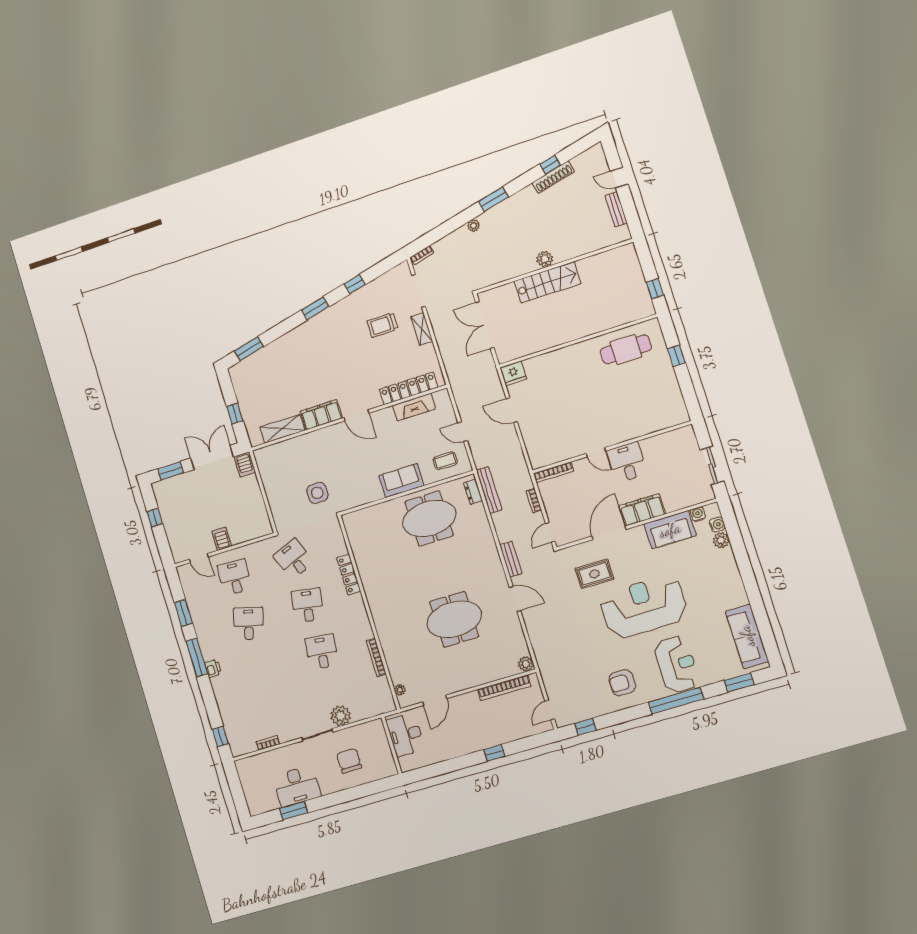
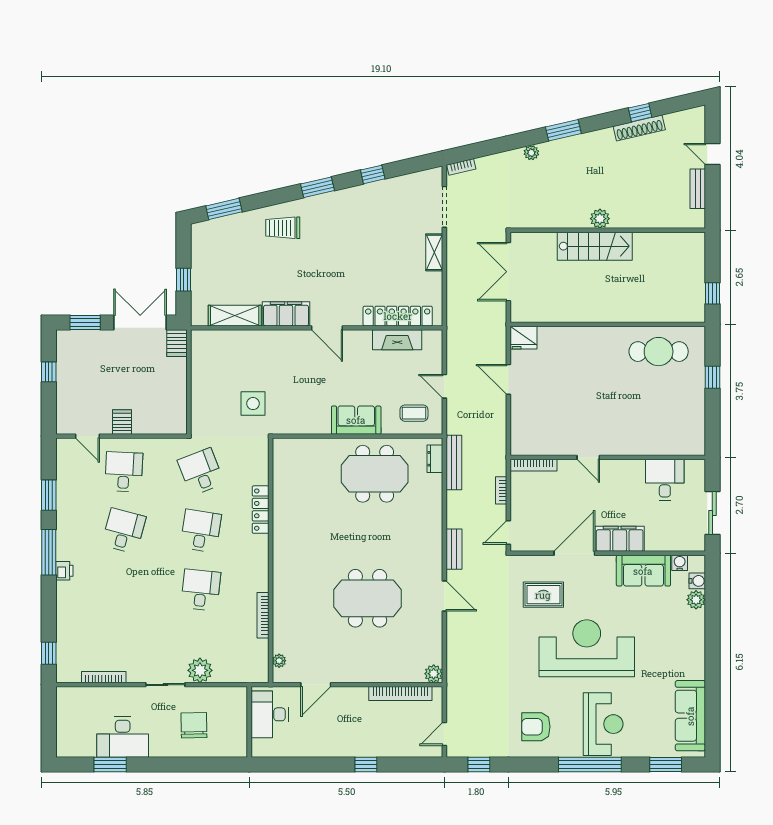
trolley: (382, 325) -> (283, 228), moved
desk: (627, 462) -> (665, 480), moved
bookcase: (268, 743) -> (104, 677), width x1.56

